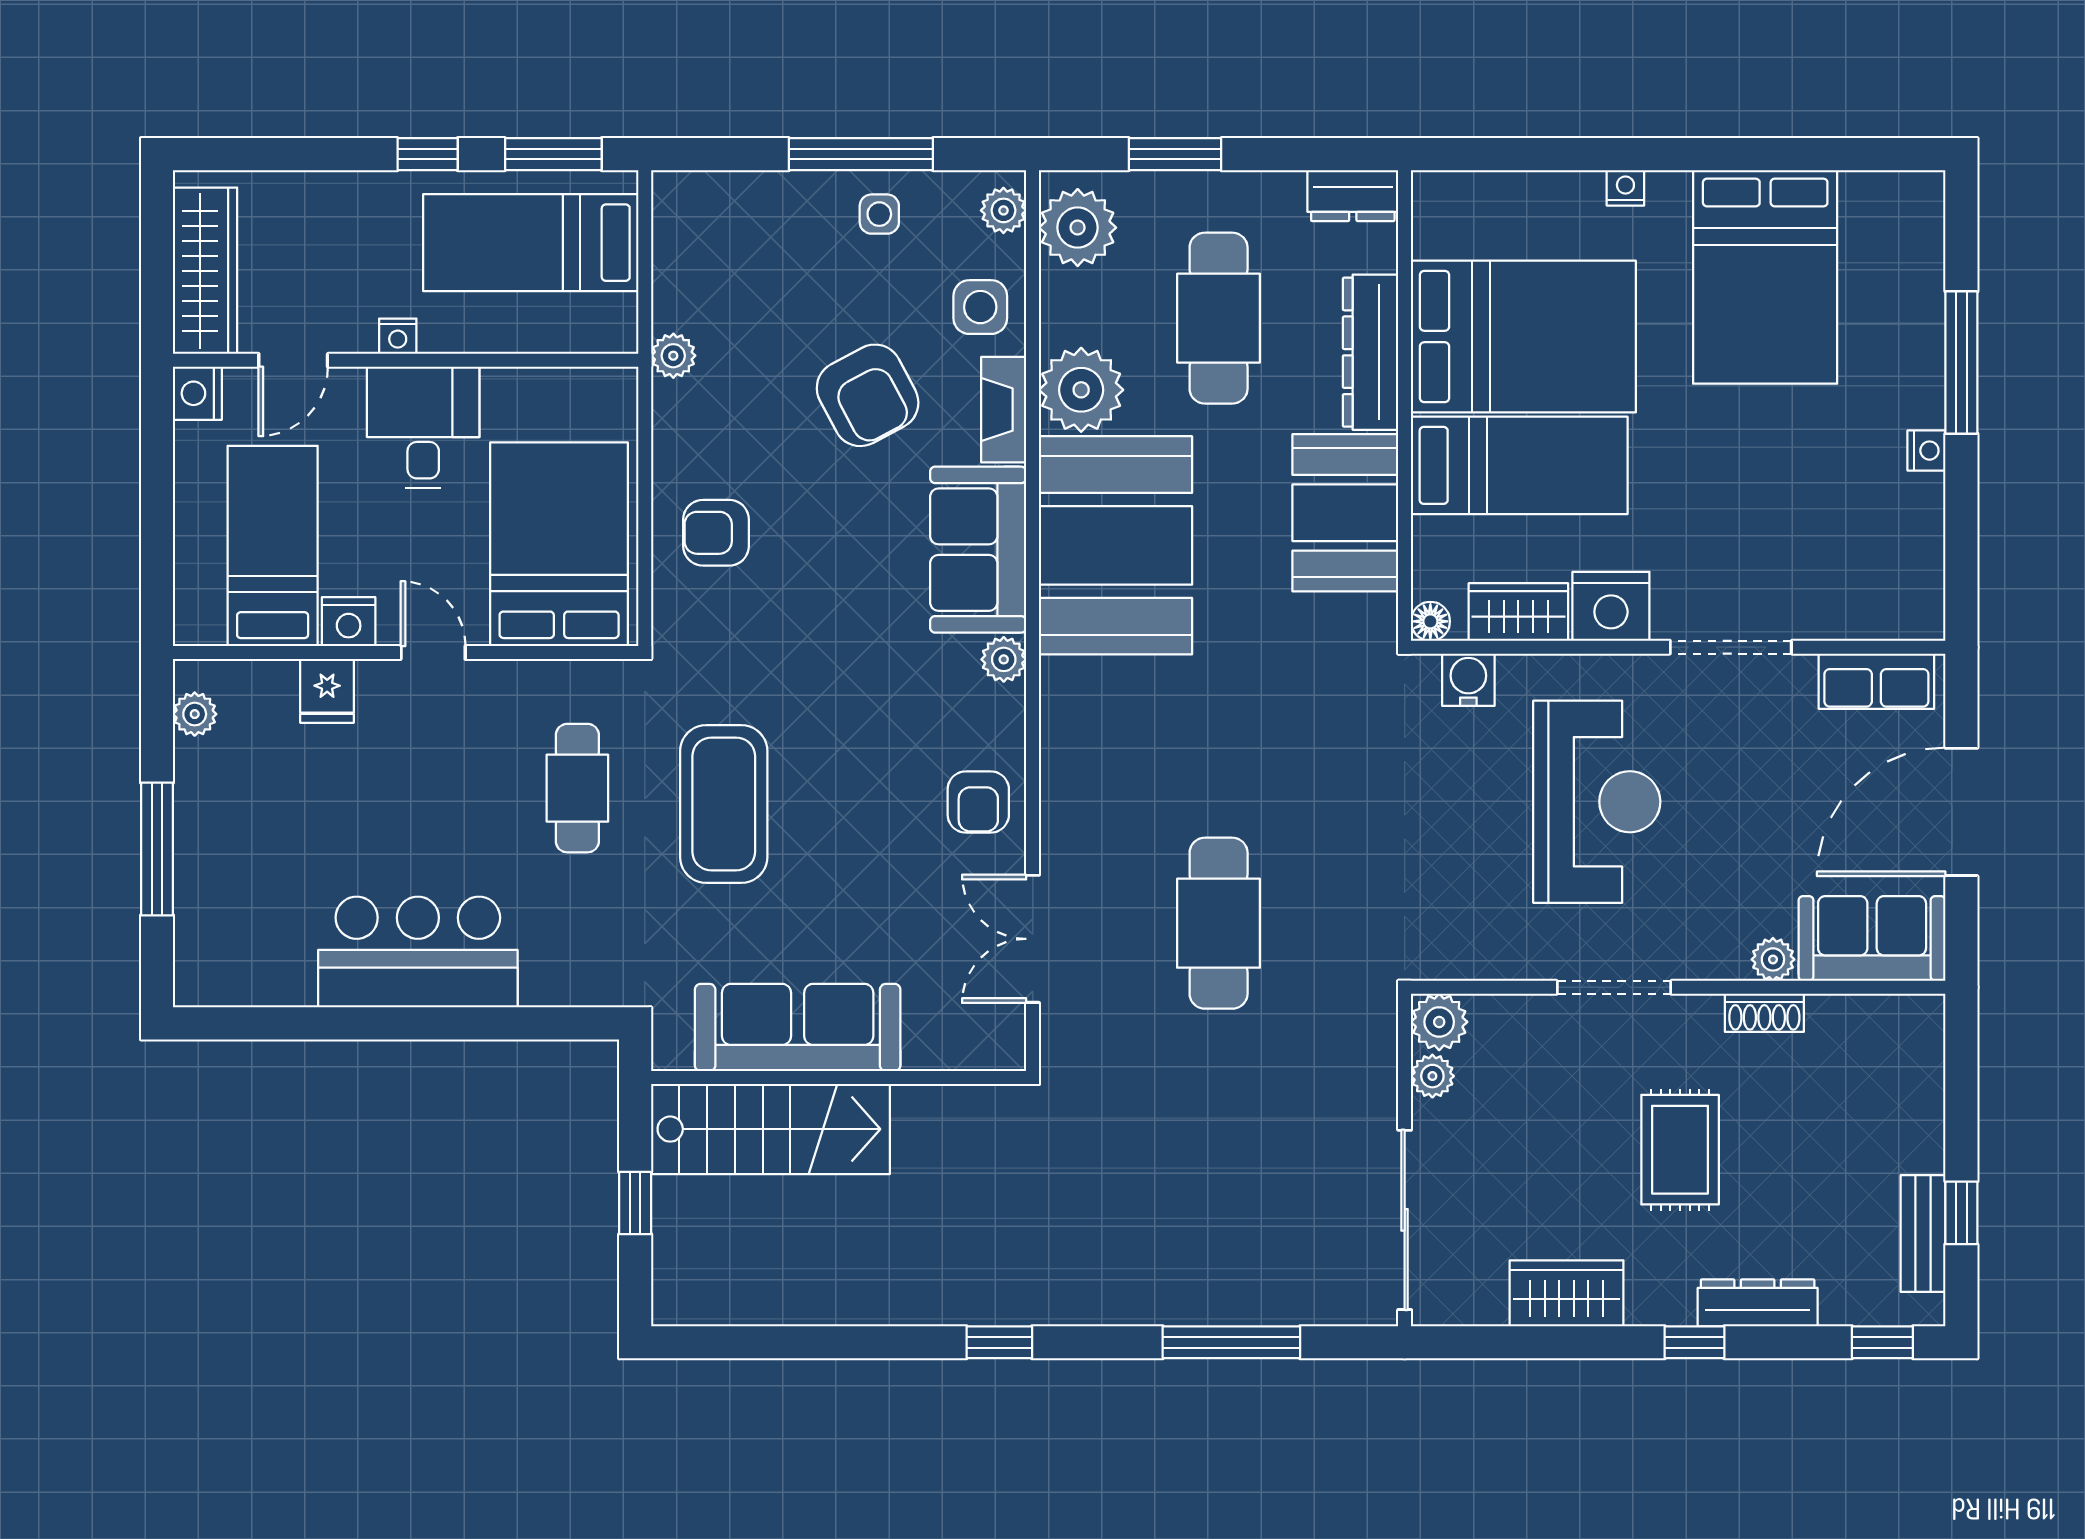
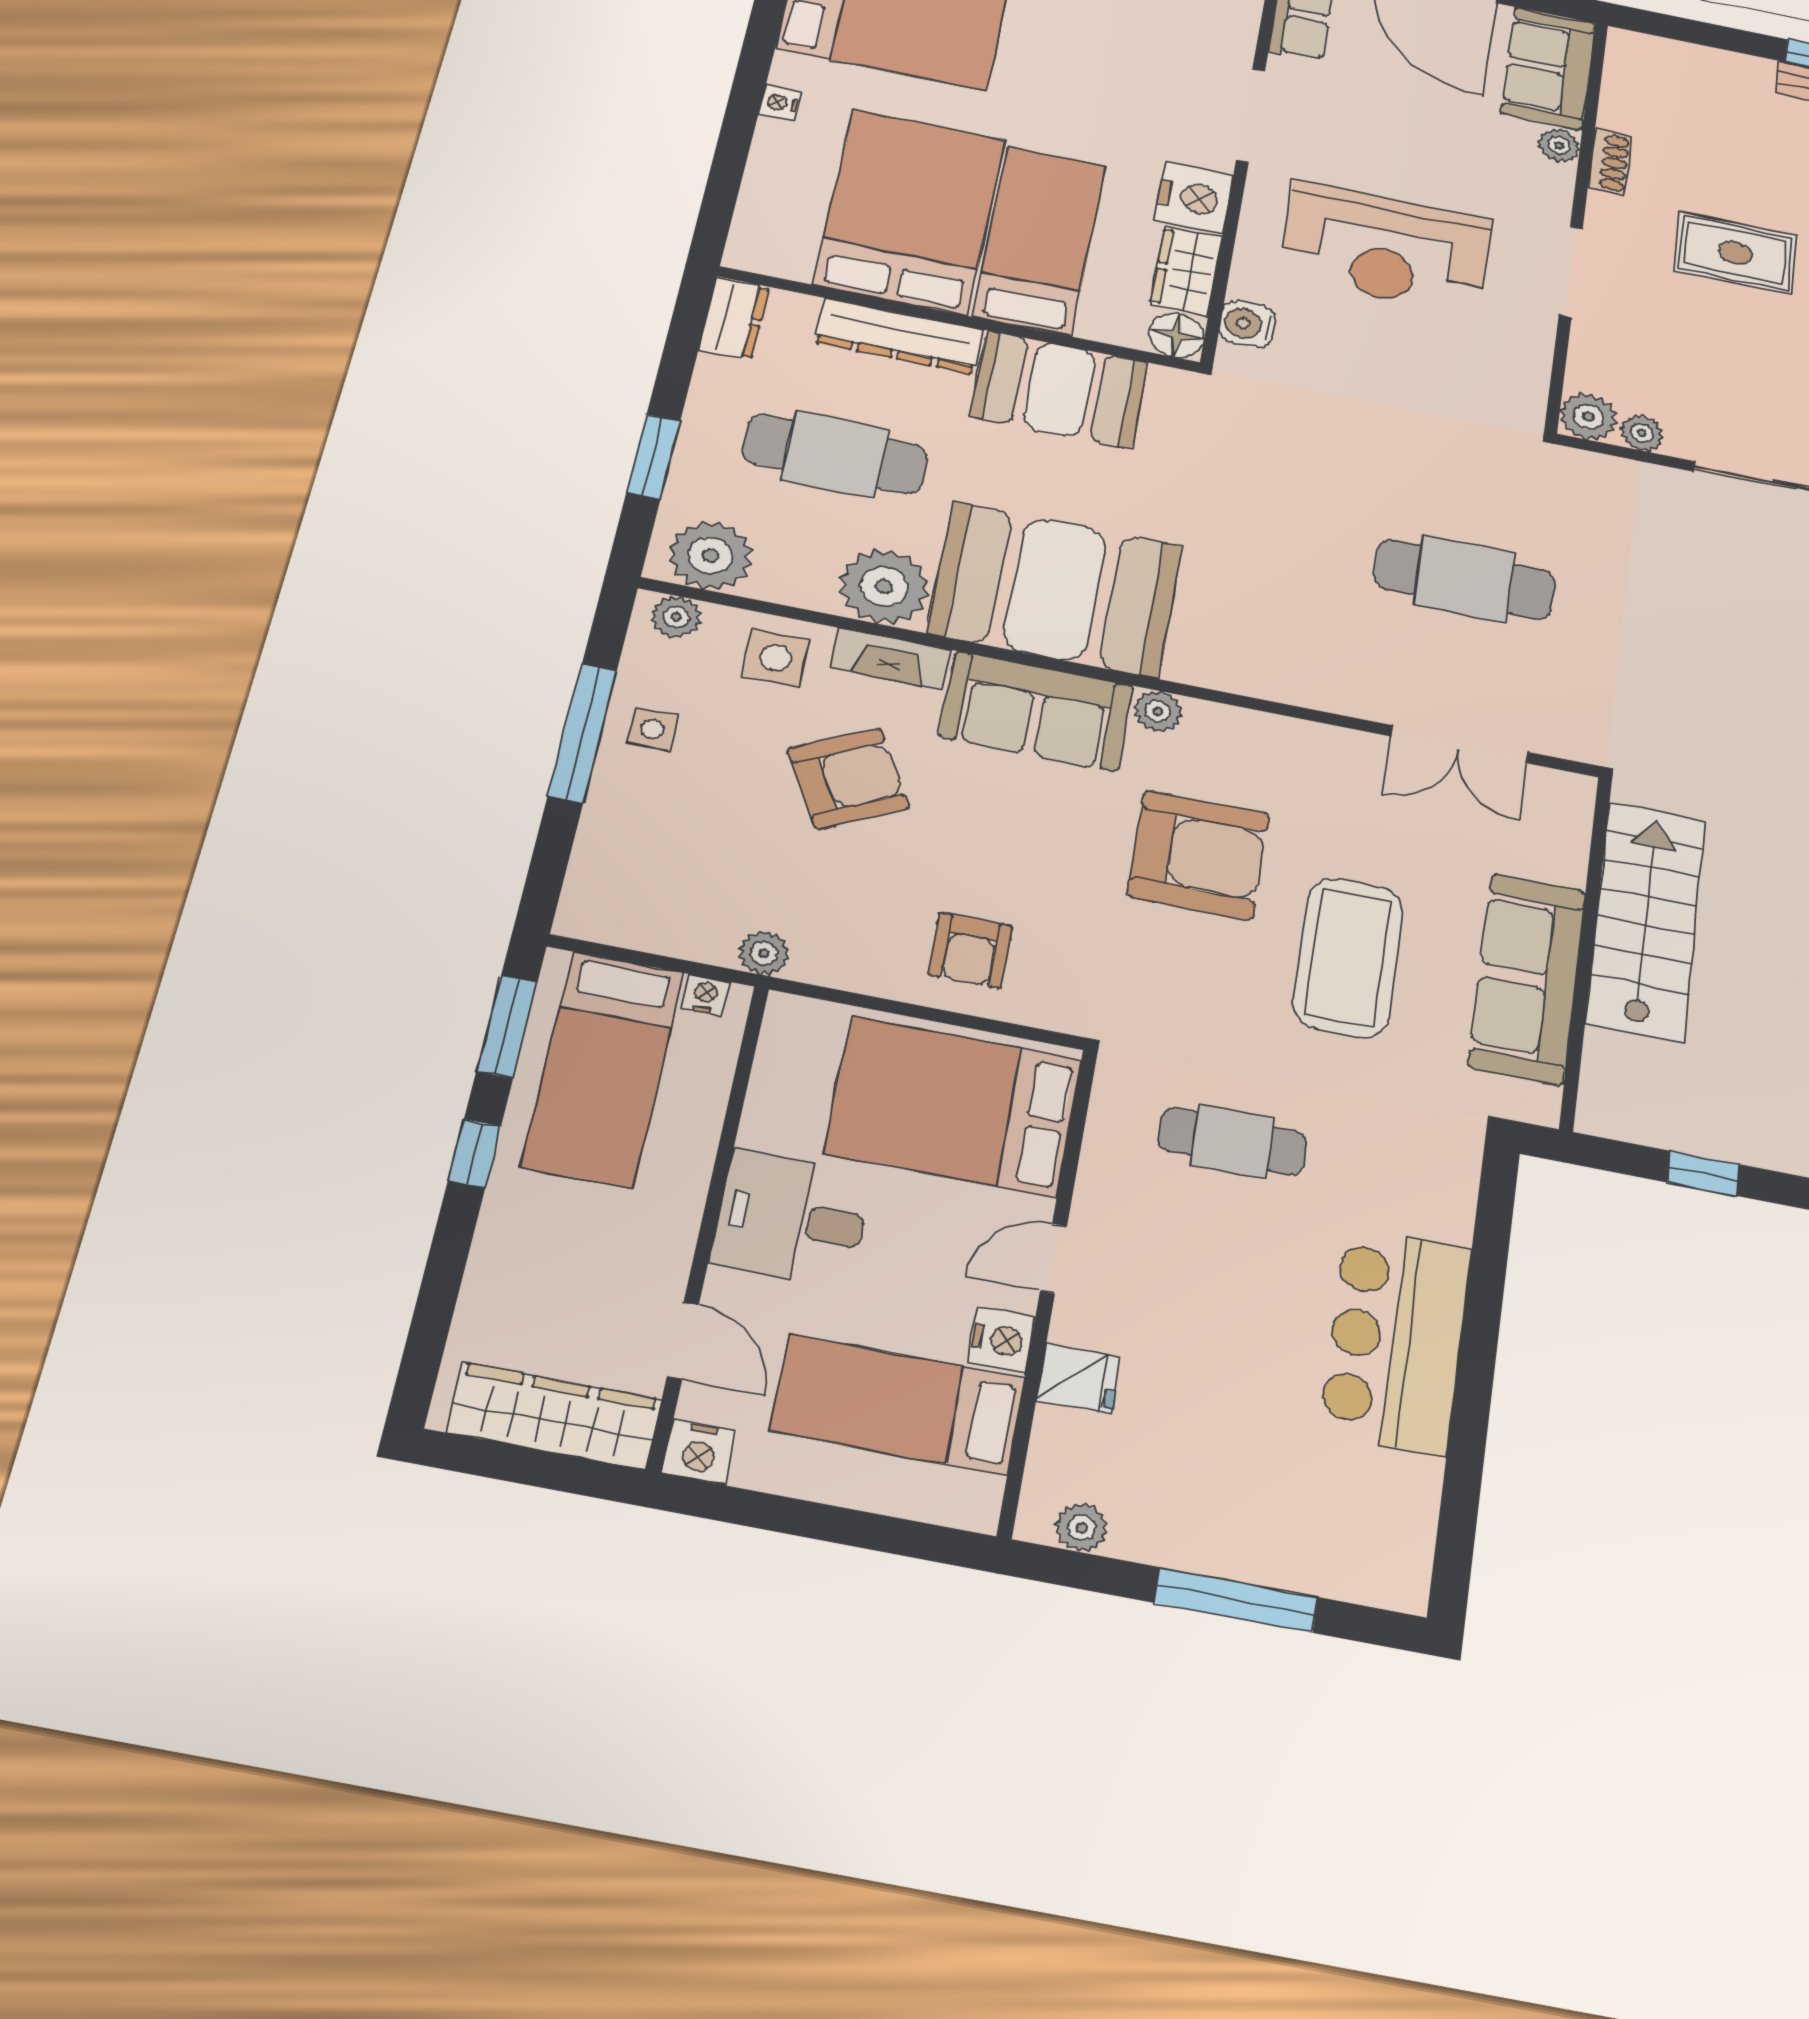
nightstand: (398, 336) -> (705, 995), moved, turned -90
floor lamp: (1430, 621) -> (1177, 335), width x1.37, depth x1.37
armchair: (978, 802) -> (1198, 855), moved, width x1.88, depth x1.88
reception desk: (1597, 802) -> (1386, 248), turned 180
coffee table: (724, 804) -> (1348, 957), moved, turned 90
stairs: (771, 1129) -> (1646, 921), moved

